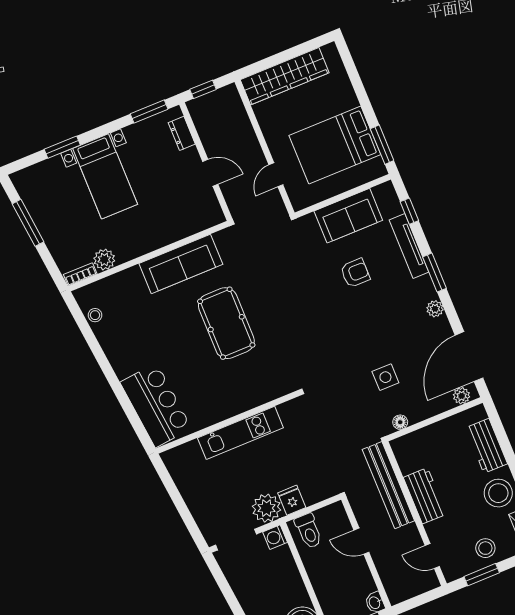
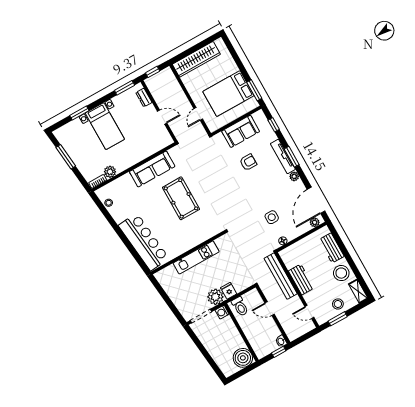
tv unit: (409, 246) -> (283, 156), moved
bar counter: (156, 405) -> (144, 242), width x1.36

